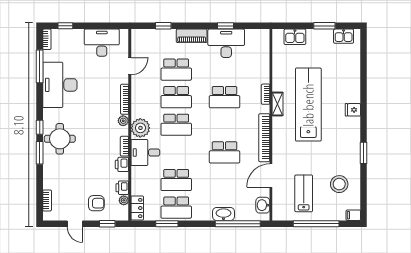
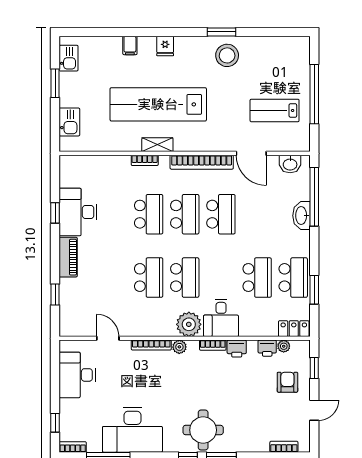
school desk: (176, 70) -> (185, 214), moved
stool: (339, 184) -> (227, 55), moved
filing cabinet: (353, 215) -> (130, 45), moved

